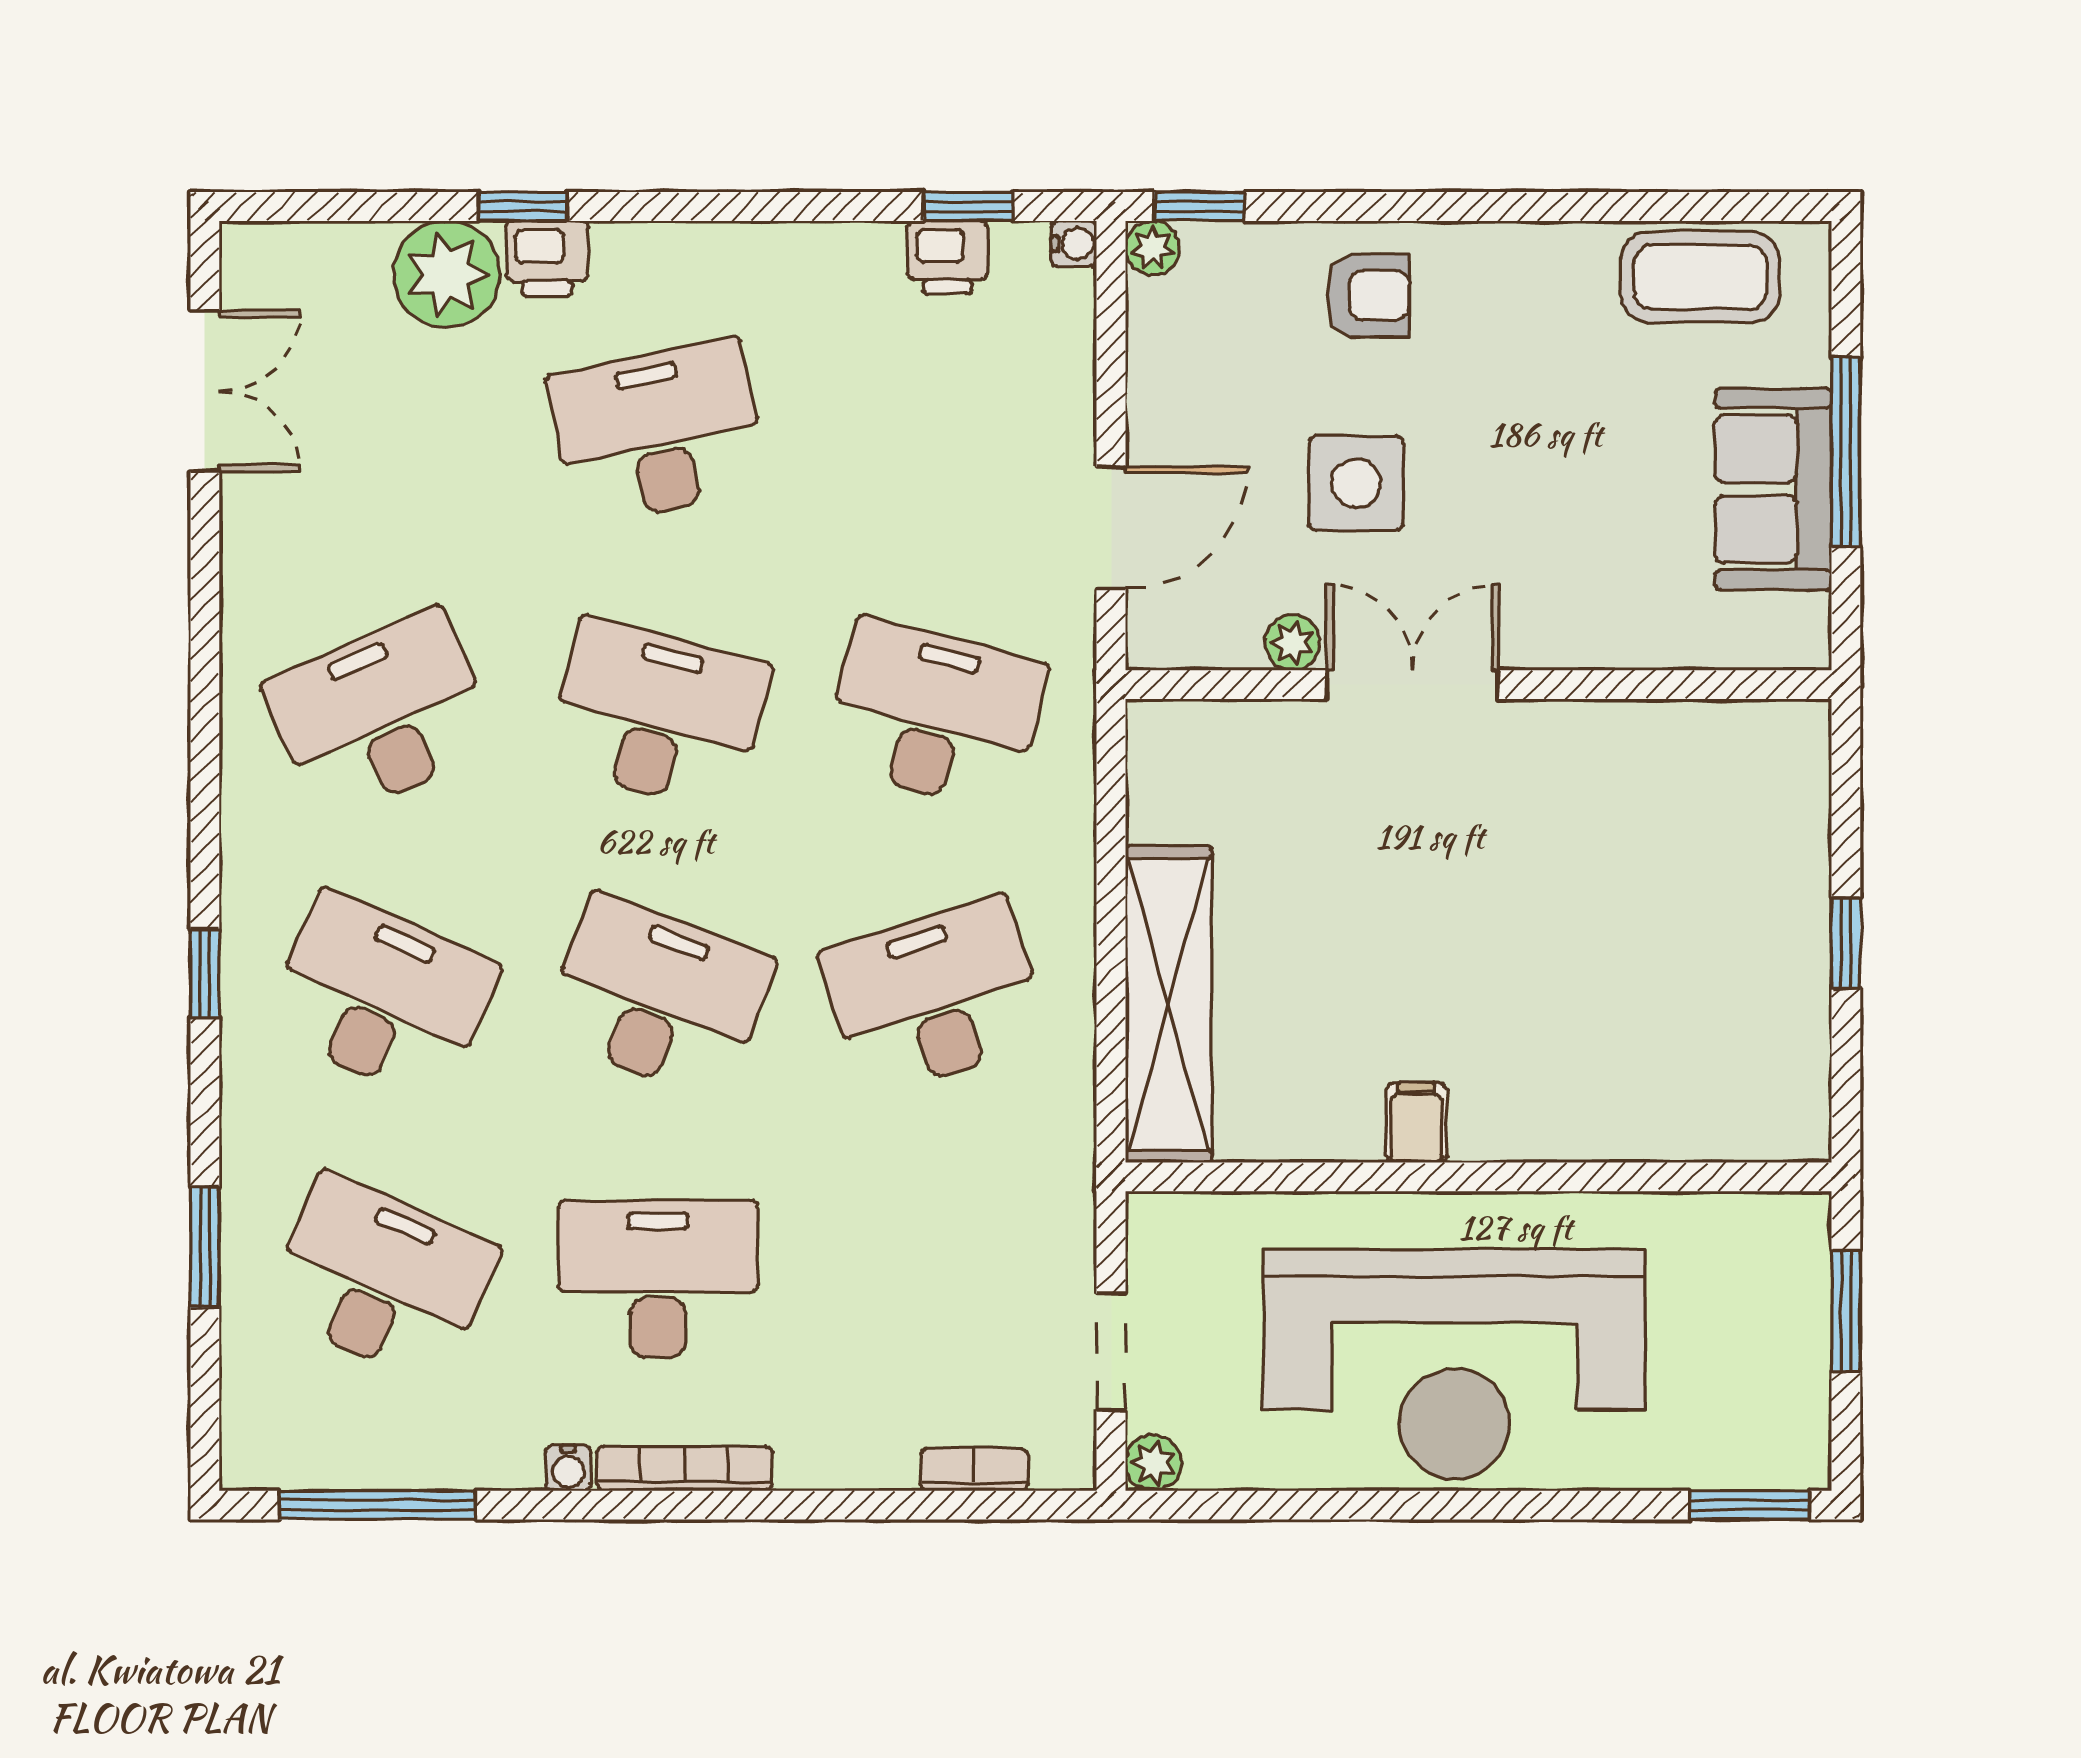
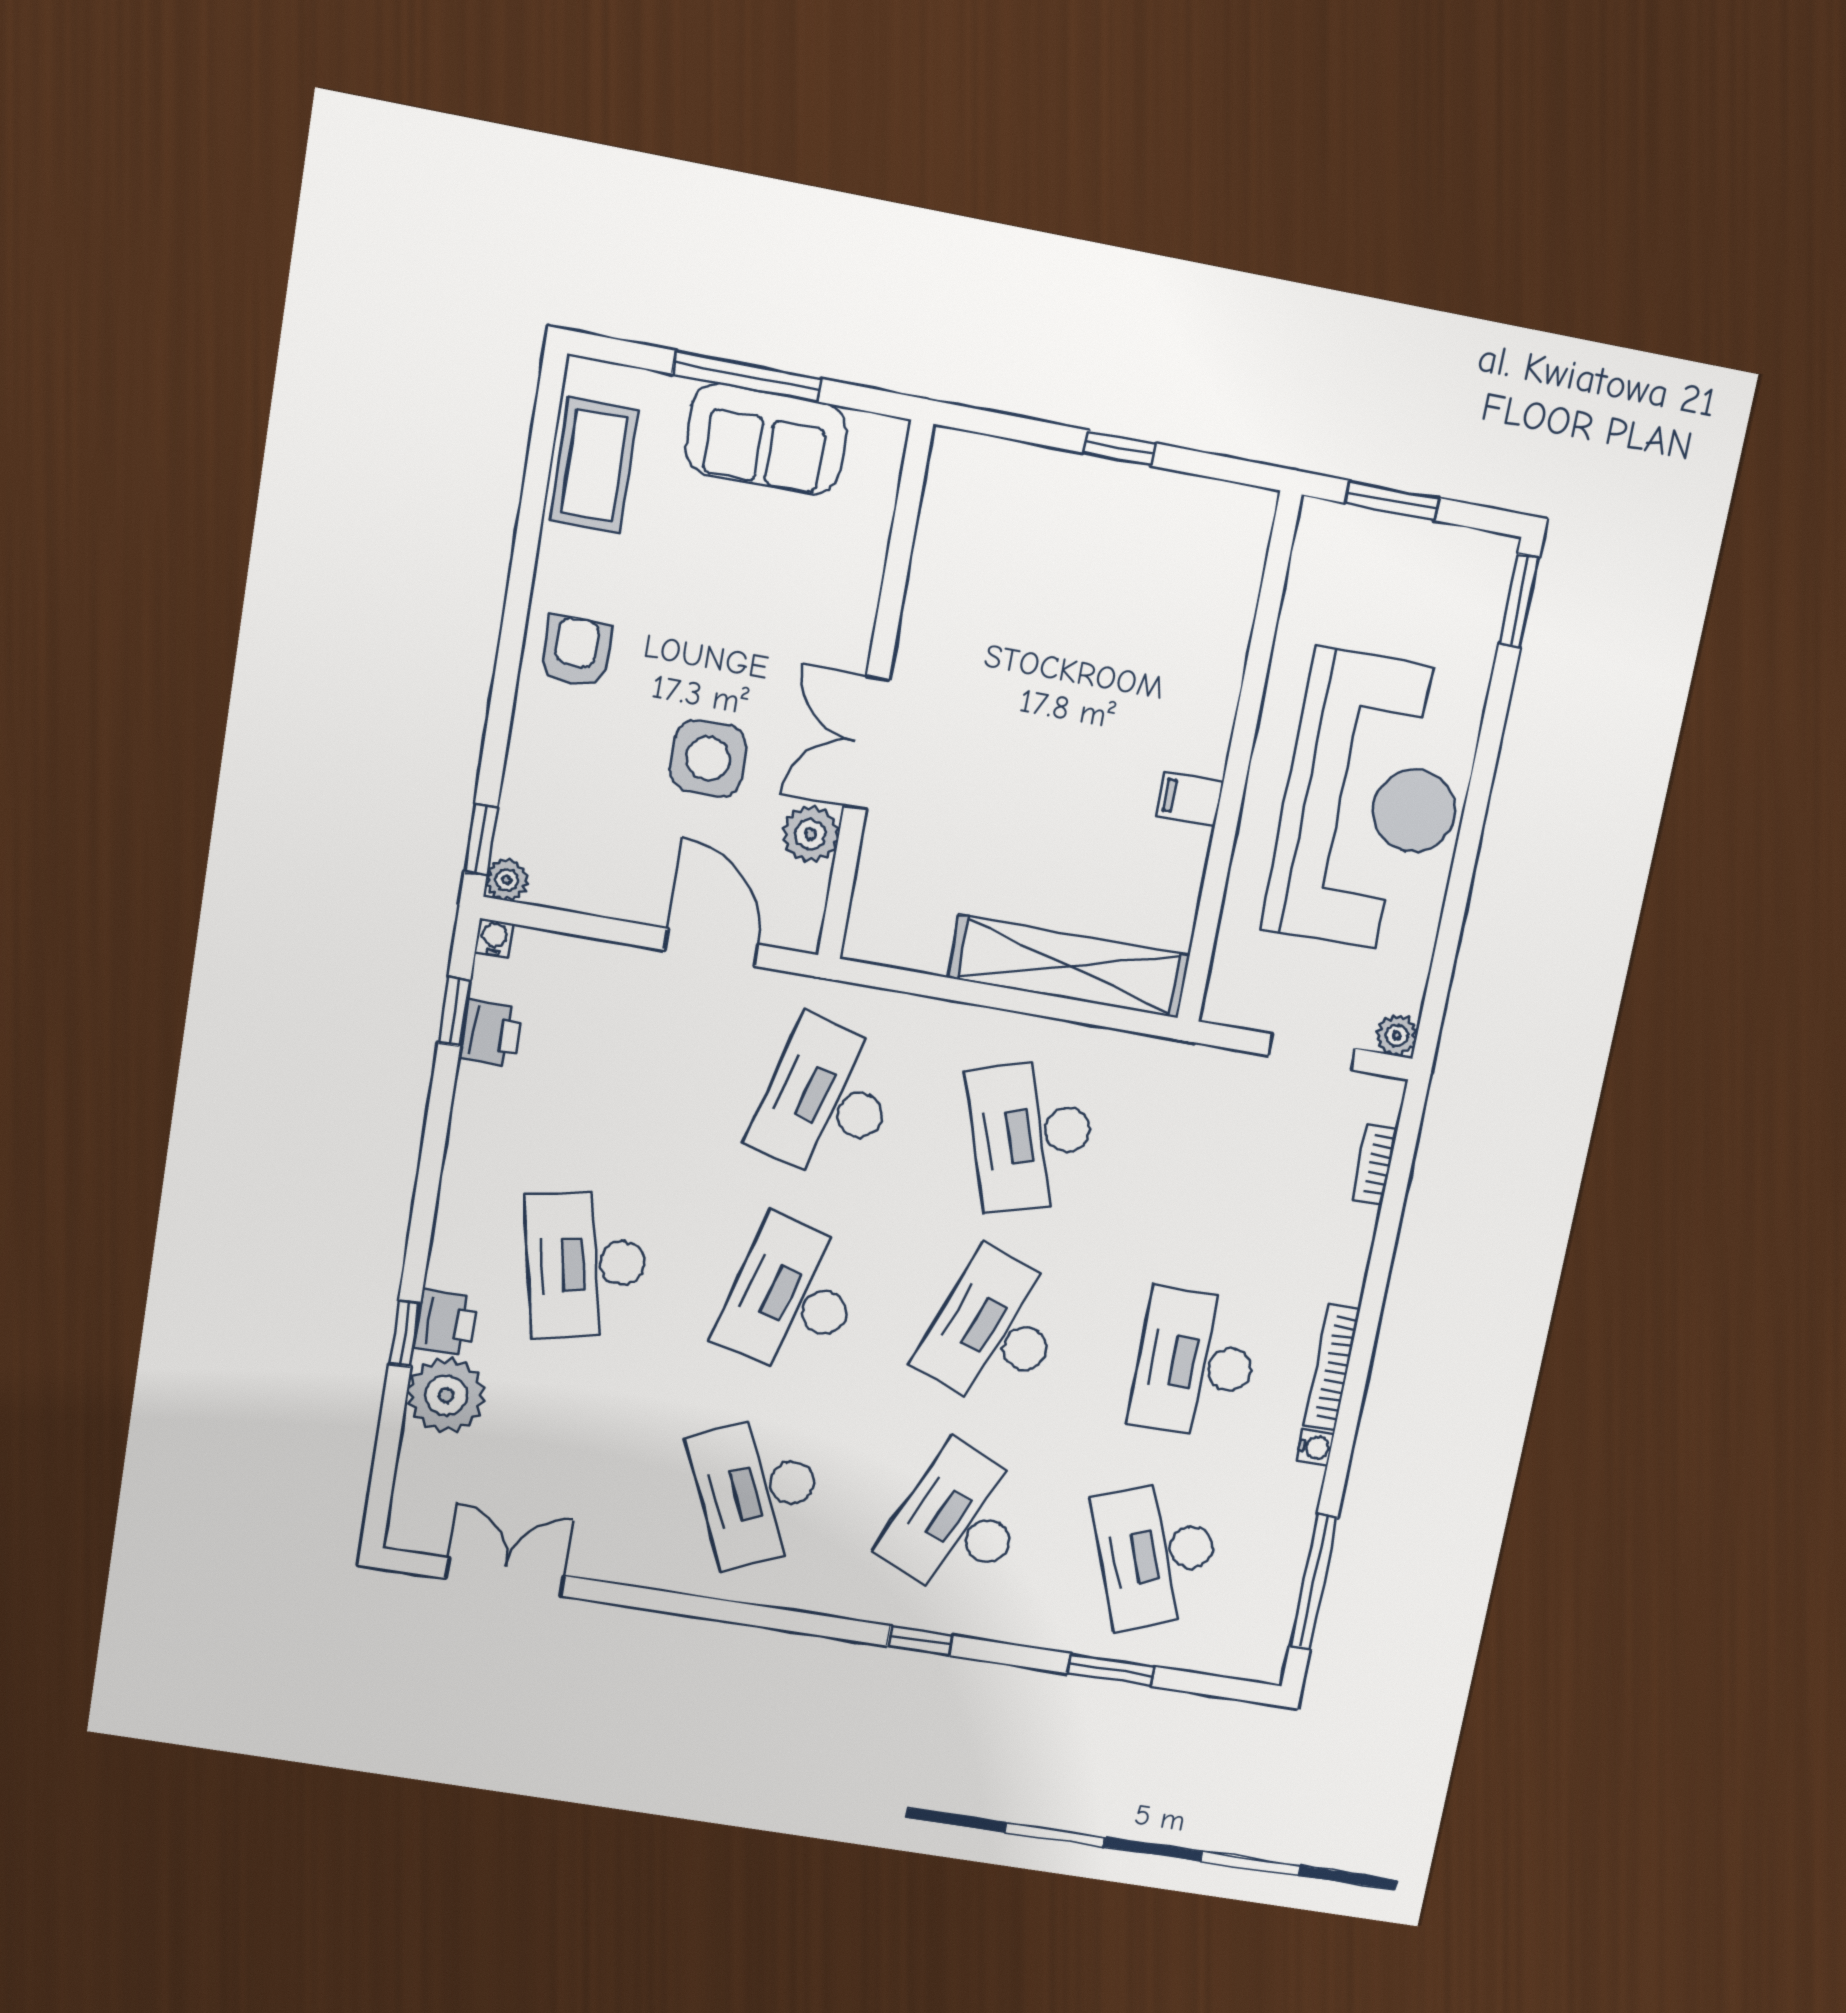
armchair: (1368, 295) -> (576, 651), moved
plant: (1292, 643) -> (810, 834), width x1.38, depth x1.38
desk: (381, 1279) -> (1157, 1554), turned -45

